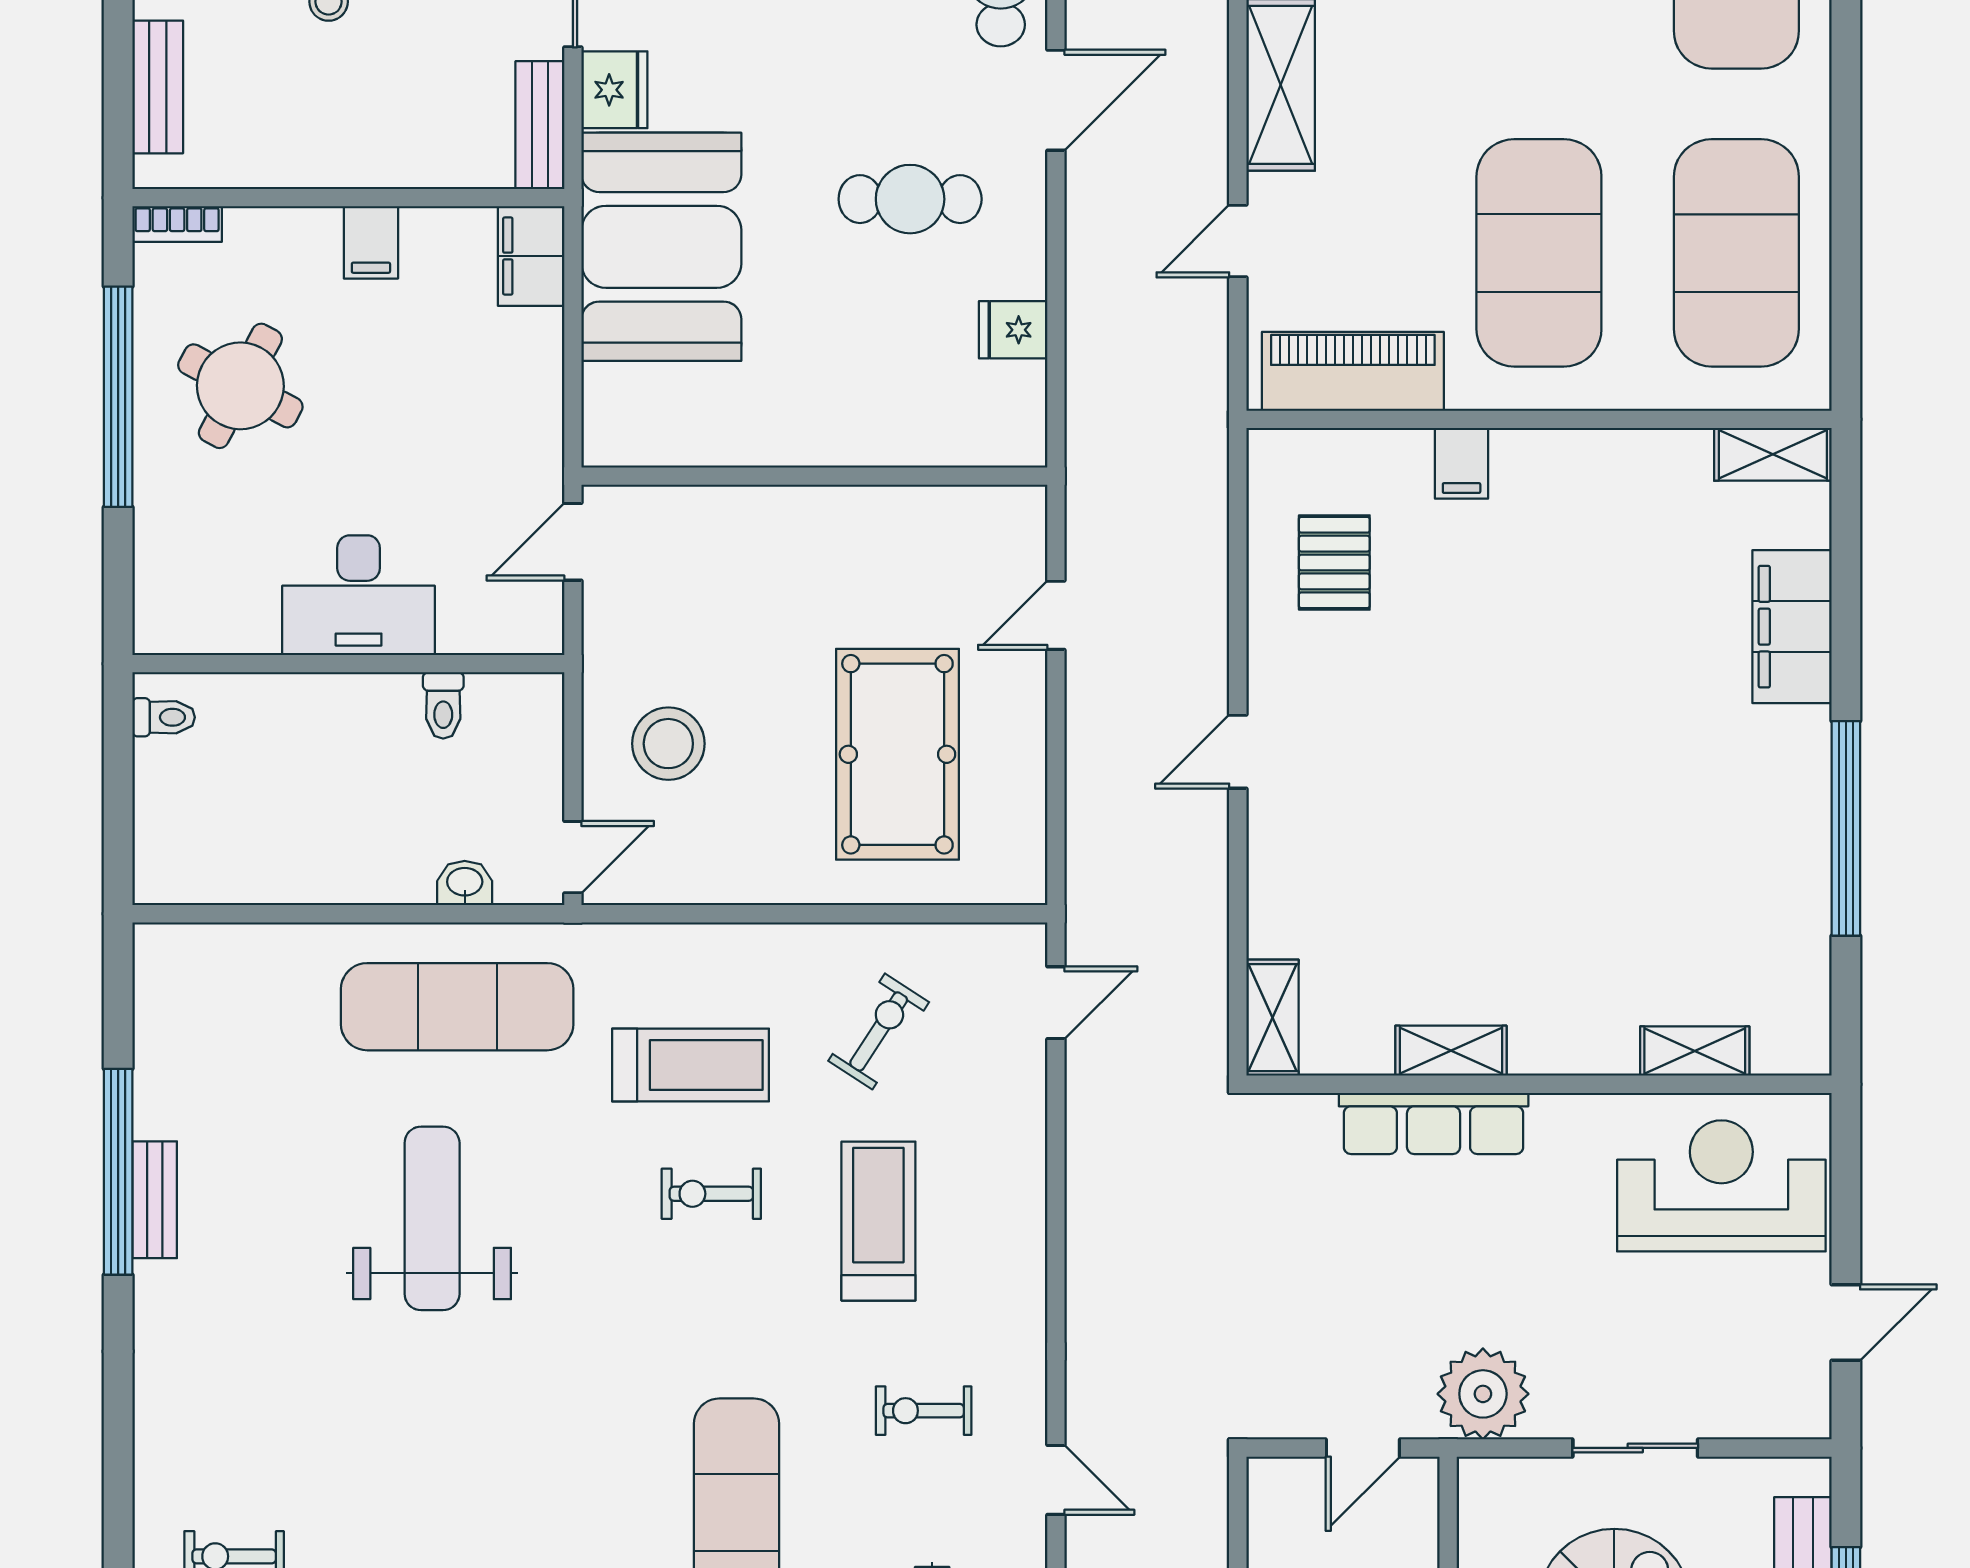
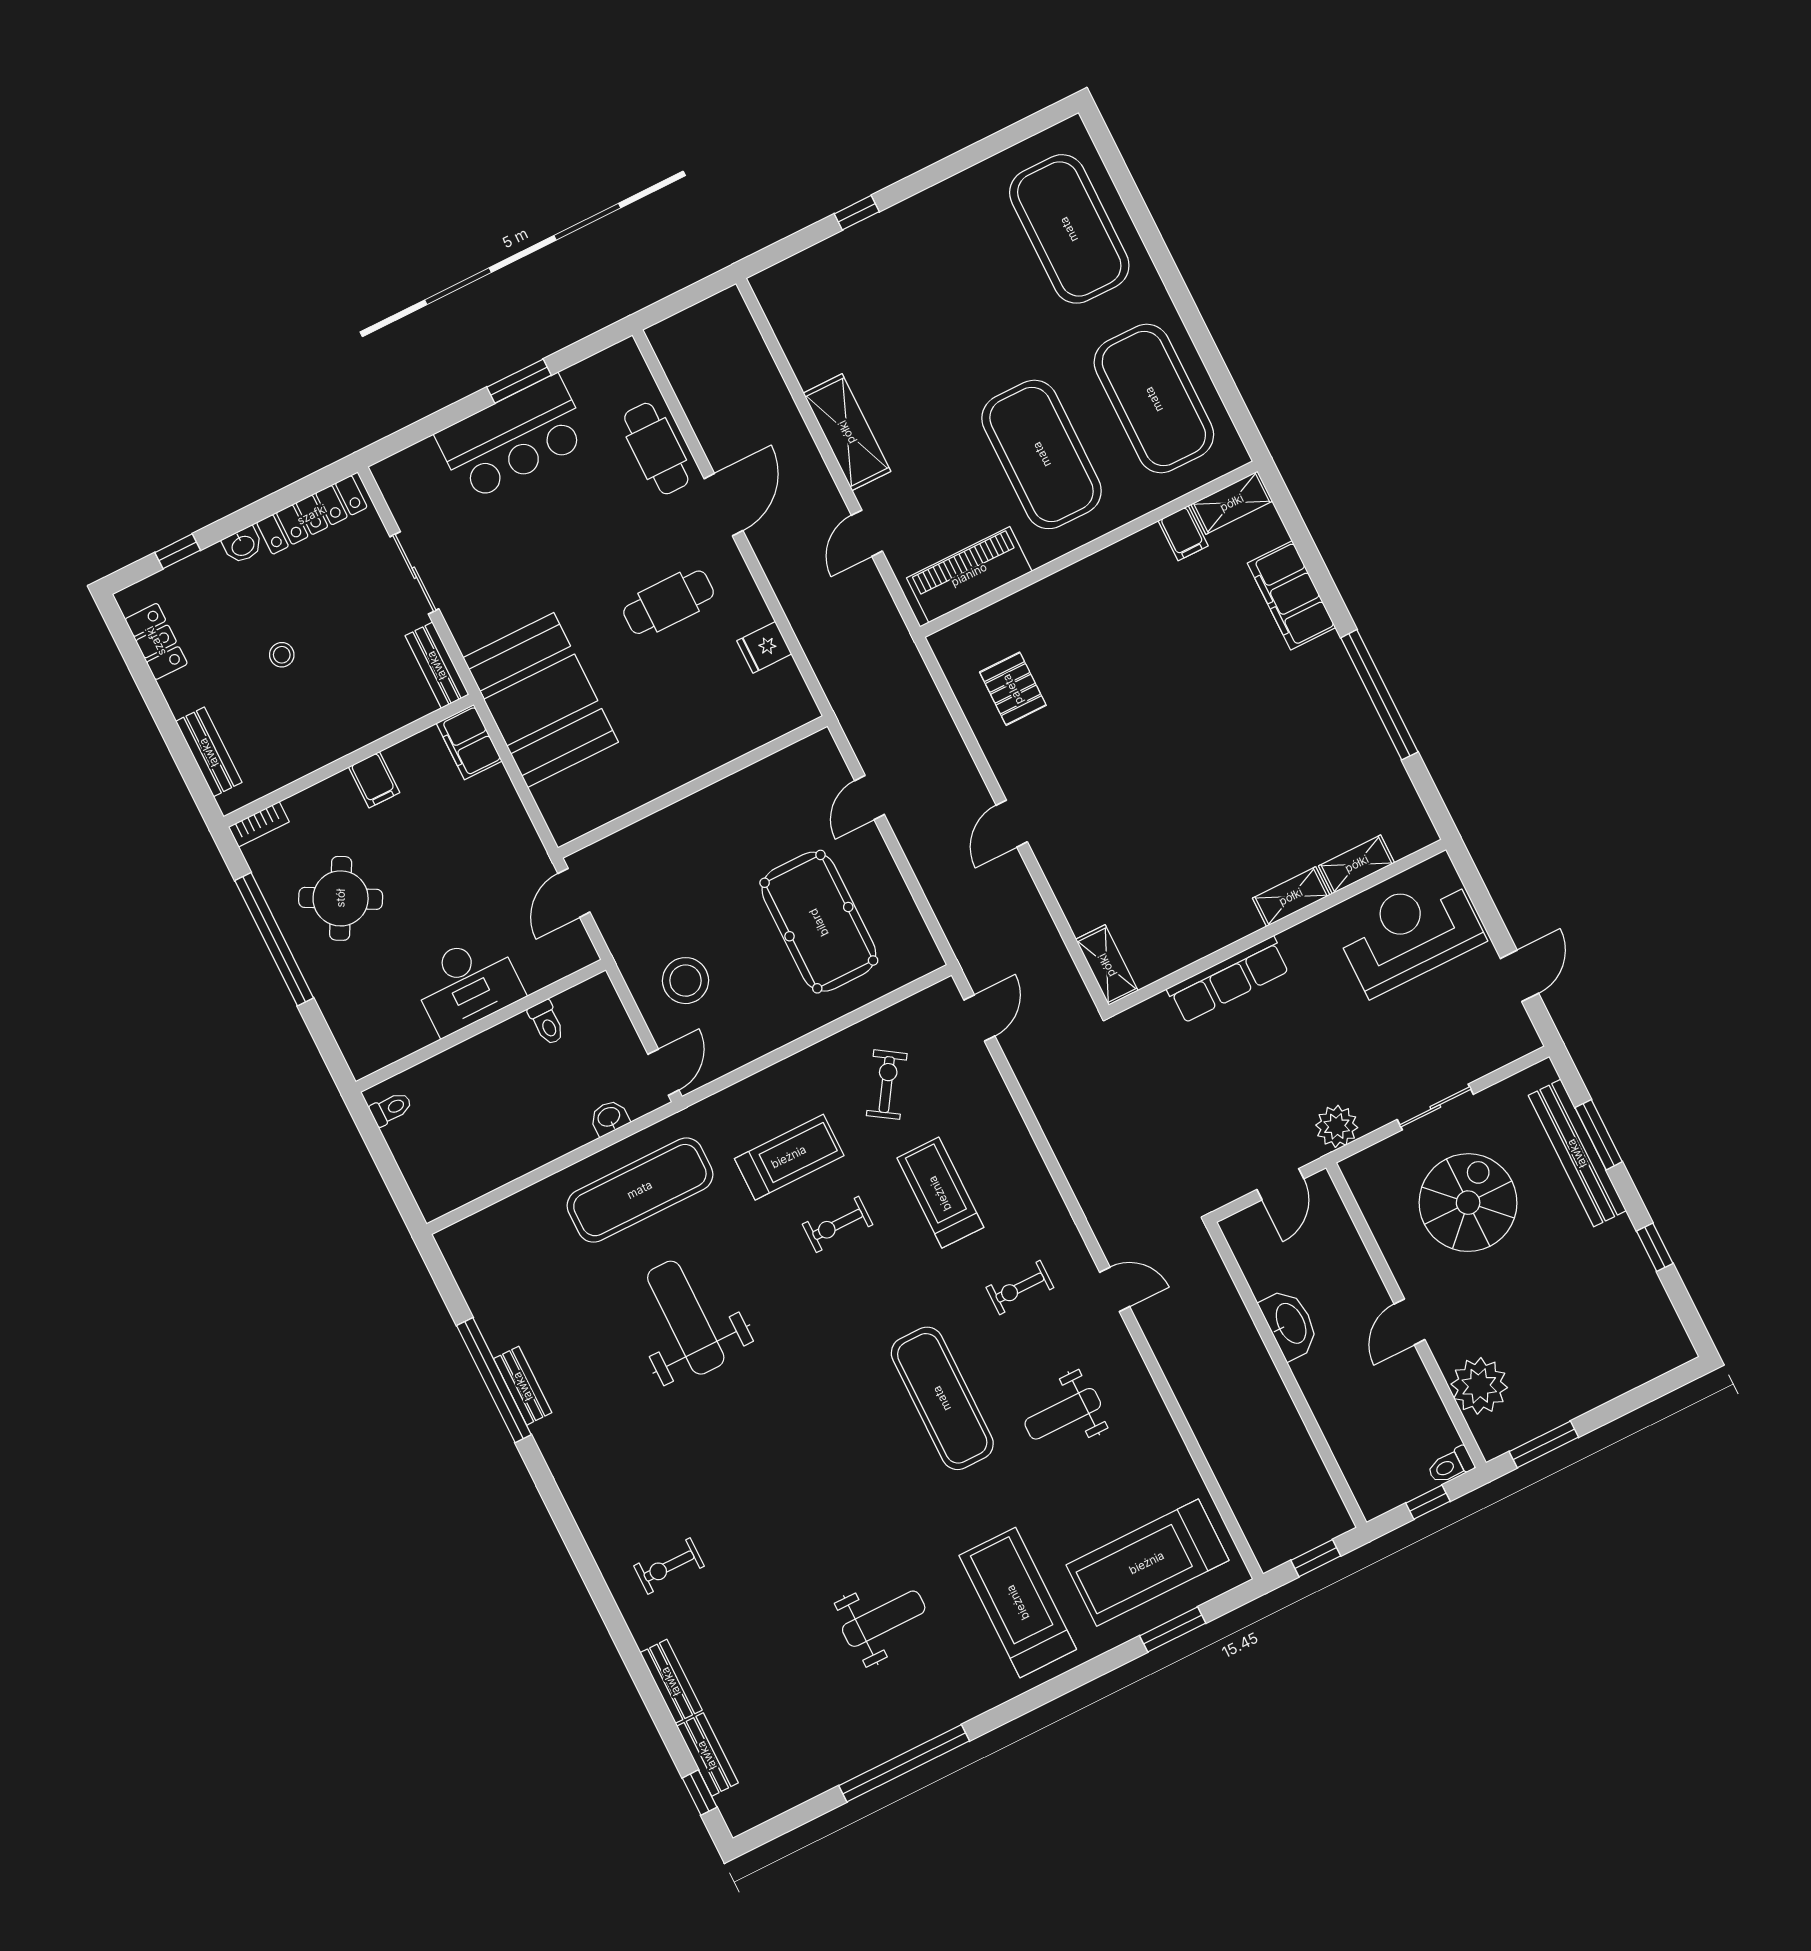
fridge: (614, 90) -> (469, 624), removed
filing cabinet: (1462, 463) -> (1183, 533), moved
shelving: (1451, 1051) -> (1291, 897), moved
plant: (1483, 1394) -> (1337, 1126), width x0.73, depth x0.73

